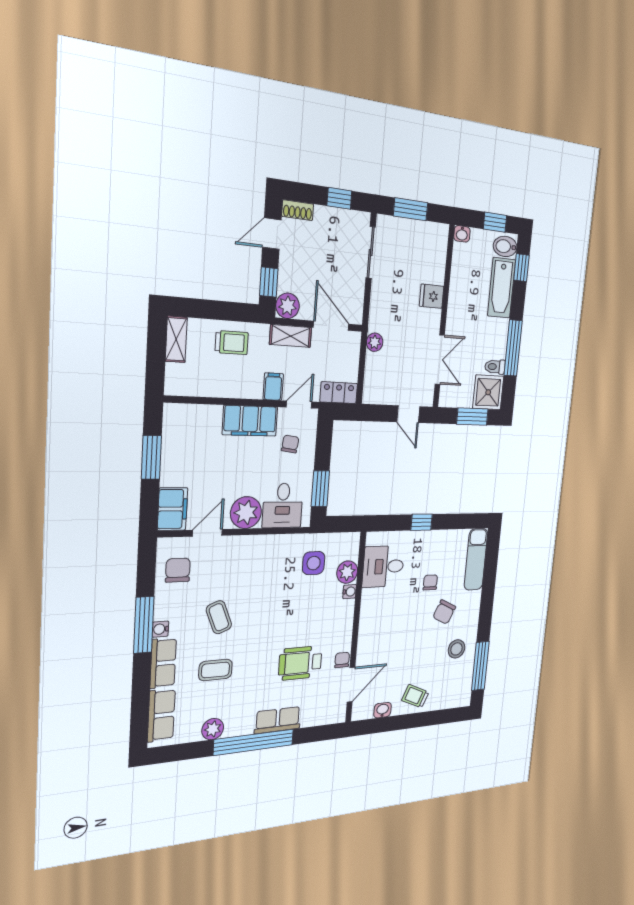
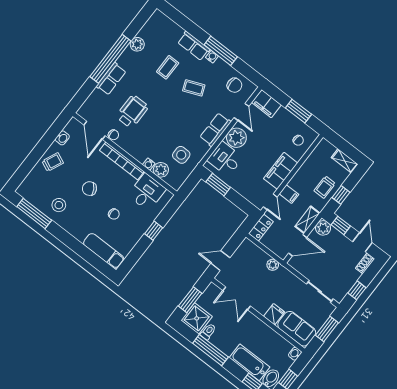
sofa: (432, 253) -> (297, 329), added
window: (227, 311) -> (341, 195), added
chair: (290, 444) -> (298, 140), moved
chair: (444, 612) -> (89, 189), moved, turned -56
bookcase: (366, 625) -> (122, 161), added
row of seats: (161, 715) -> (215, 130), moved, turned 90

